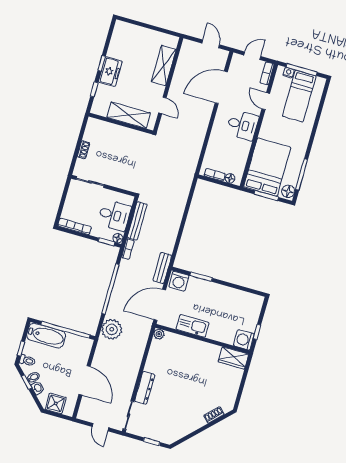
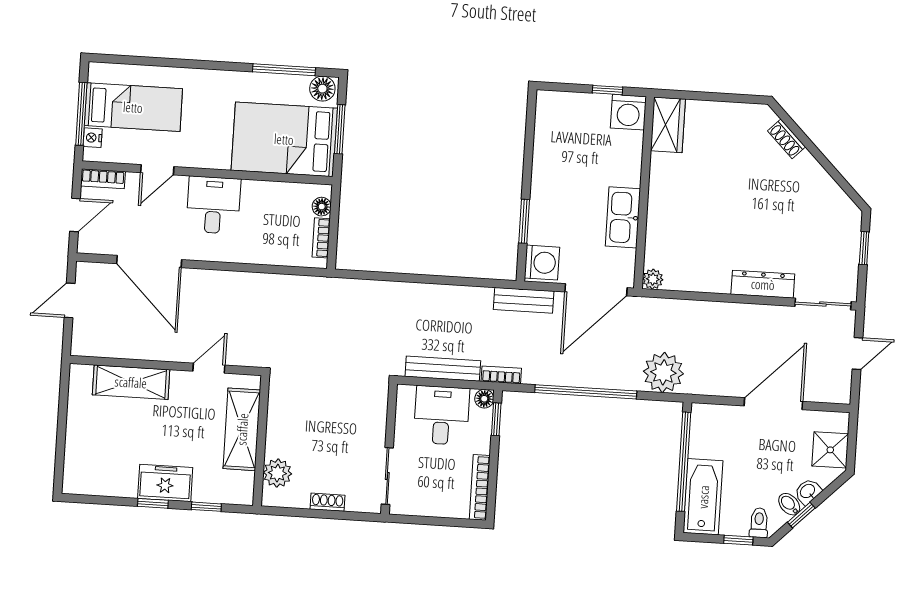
door: (252, 56) -> (75, 215), swing flipped
plant: (103, 128) -> (277, 473), added
door: (160, 305) -> (596, 290), hinge flipped

